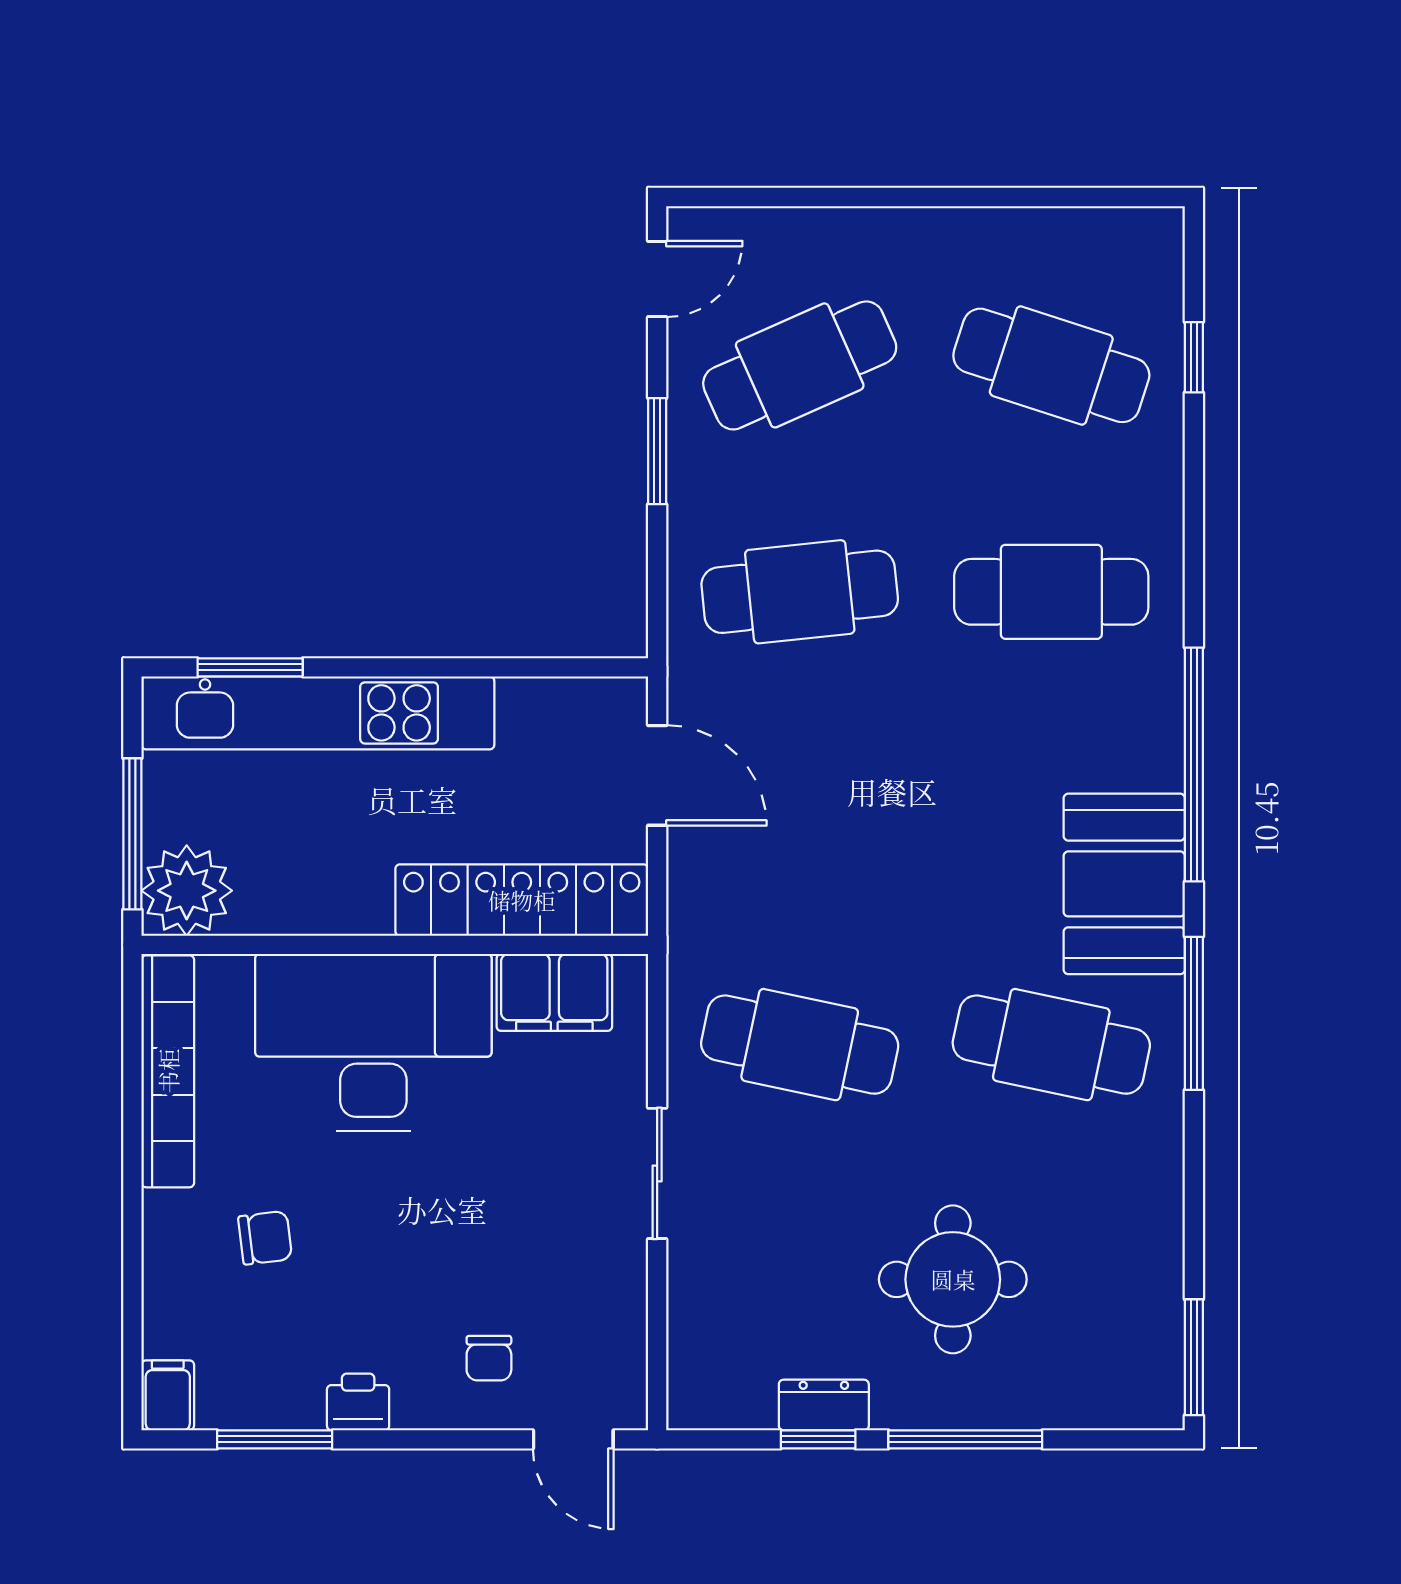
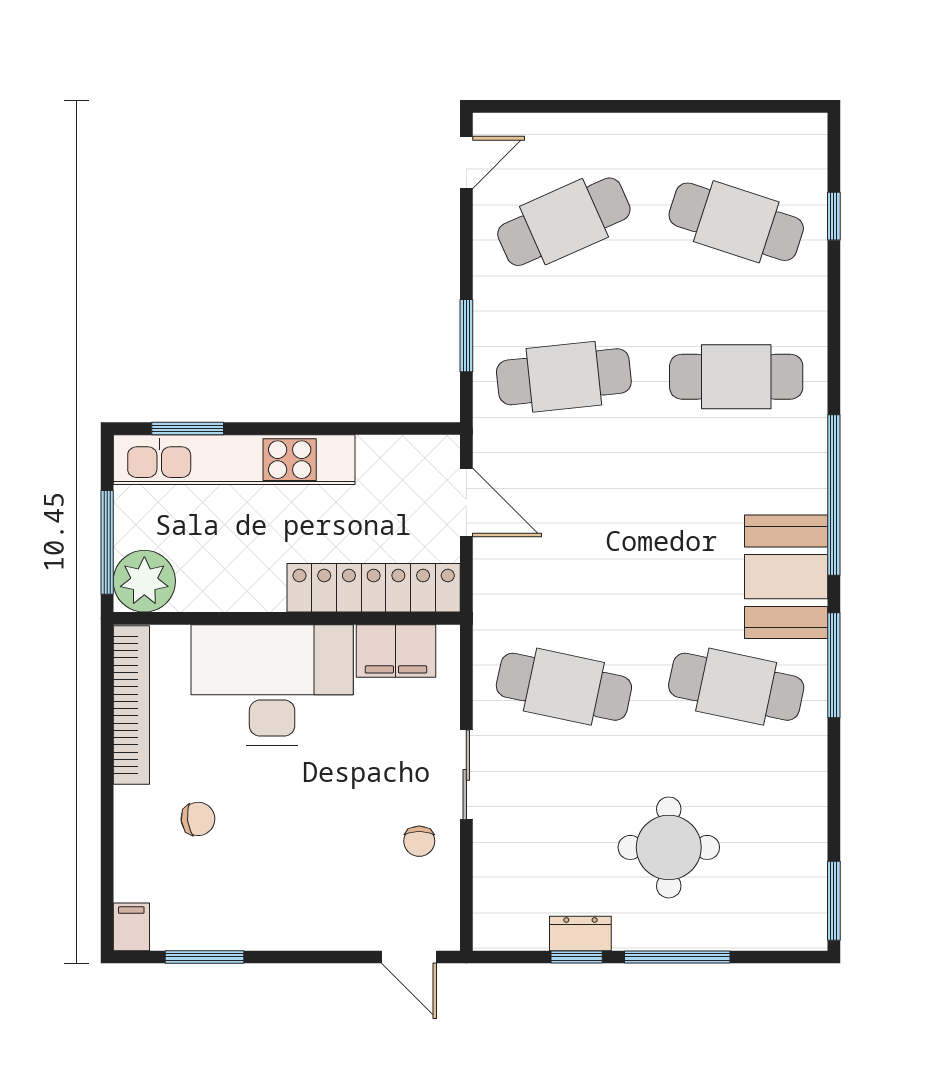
window: (657, 451) -> (466, 336), moved
chair: (489, 1358) -> (419, 841), moved
printer: (358, 1402) -> (262, 931), removed

